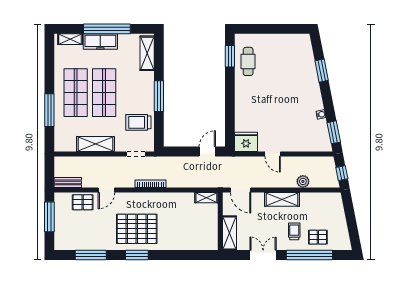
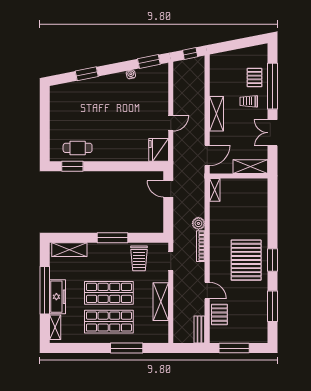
plant: (303, 181) -> (198, 223), moved

